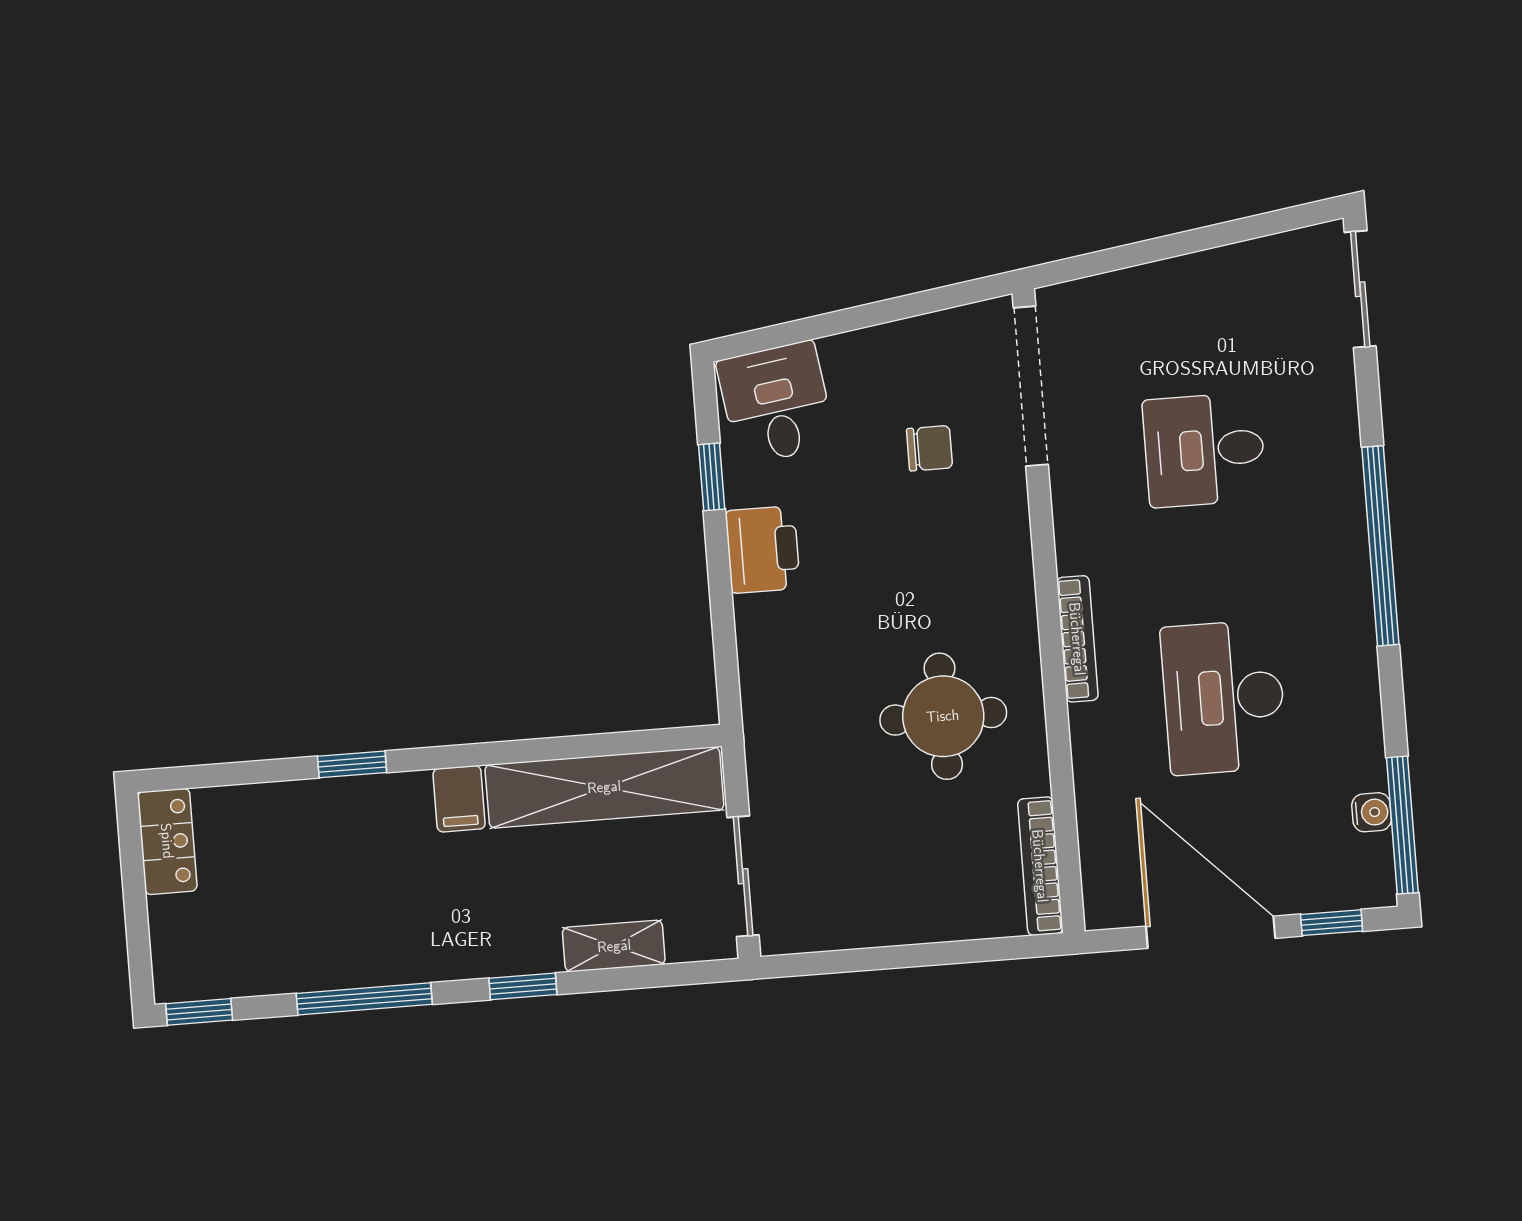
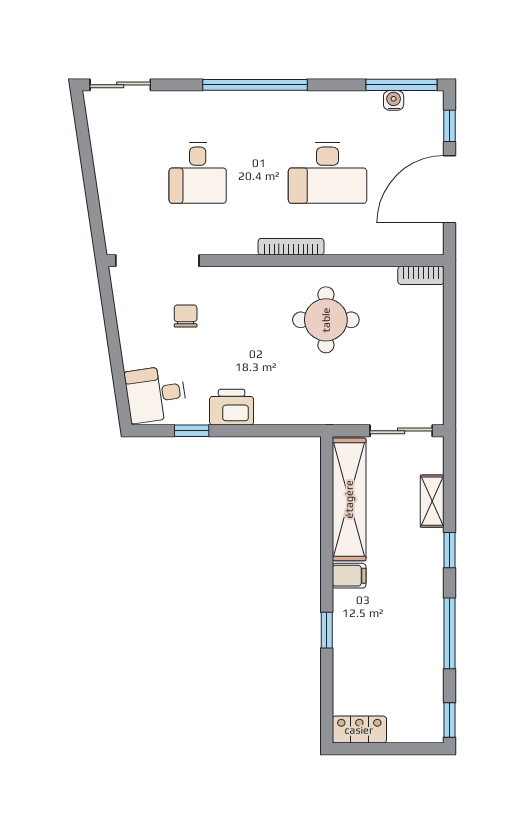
bookcase: (1040, 866) -> (421, 275), width x0.64

